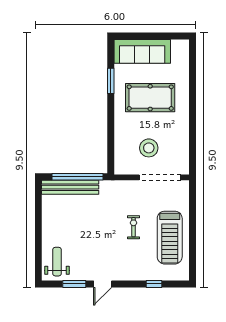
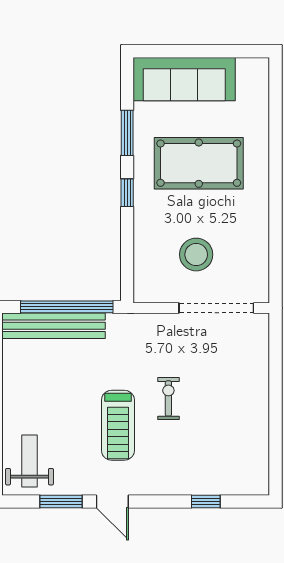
window: (111, 114) -> (127, 193), added
treadmill: (170, 238) -> (118, 425), moved, width x0.73, depth x0.73
door: (103, 284) -> (112, 502), hinge flipped

